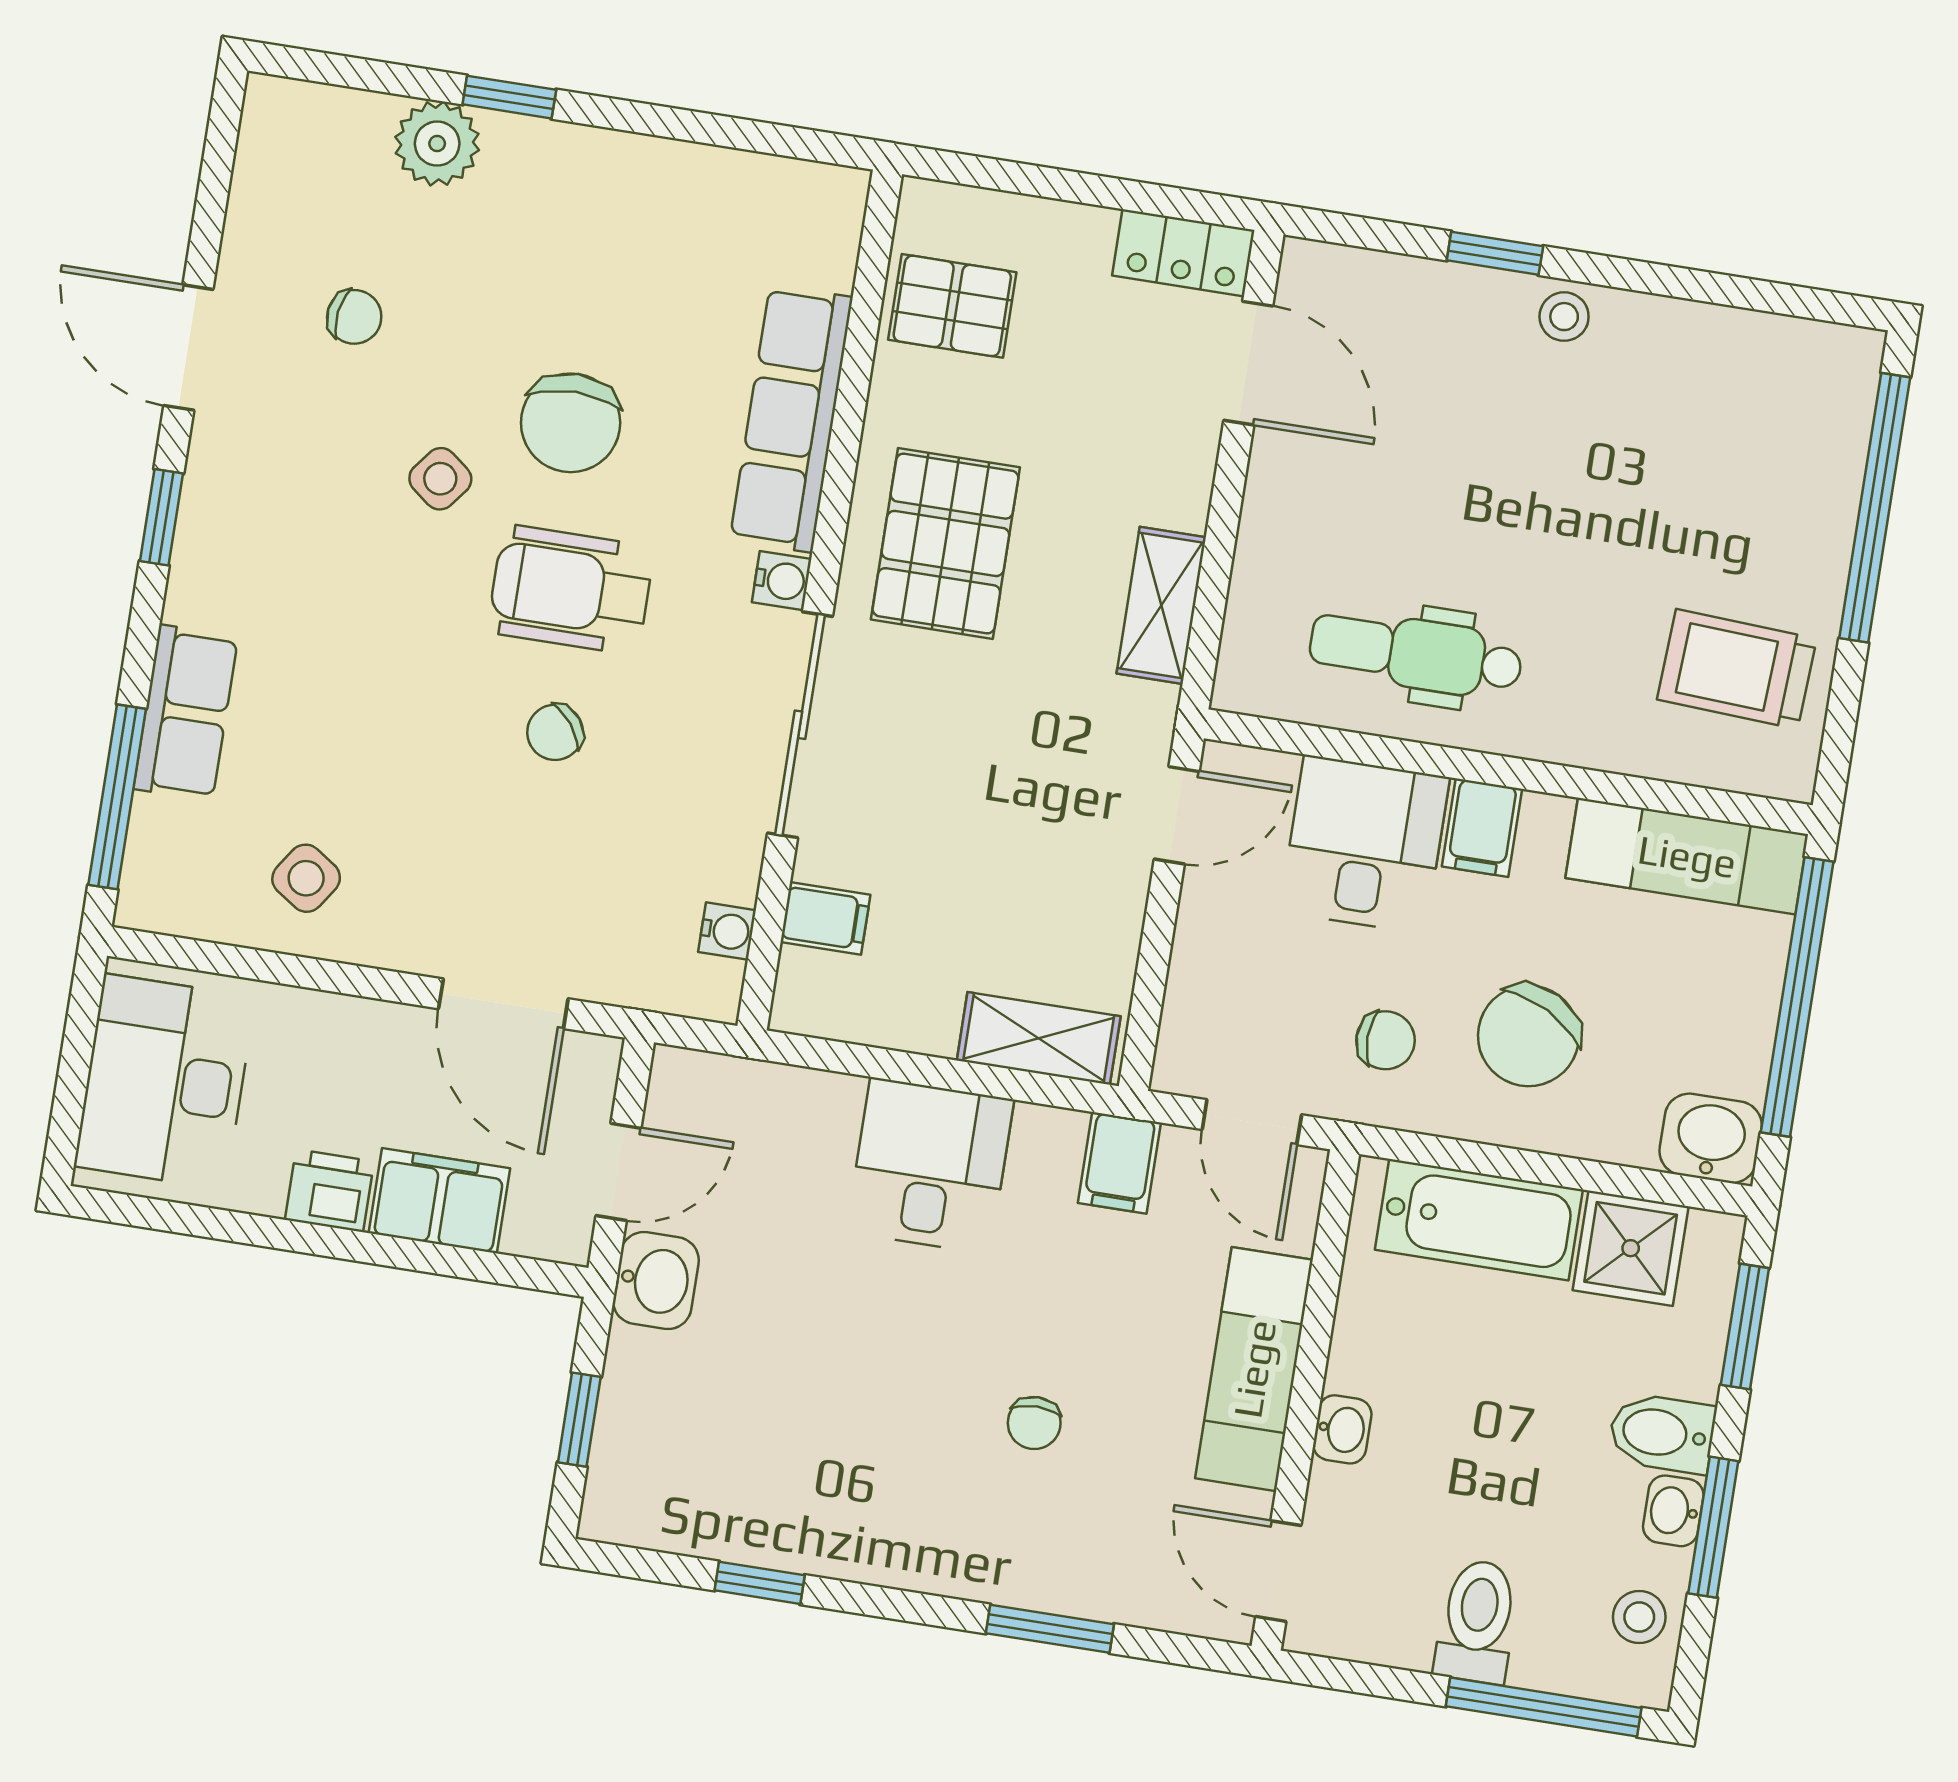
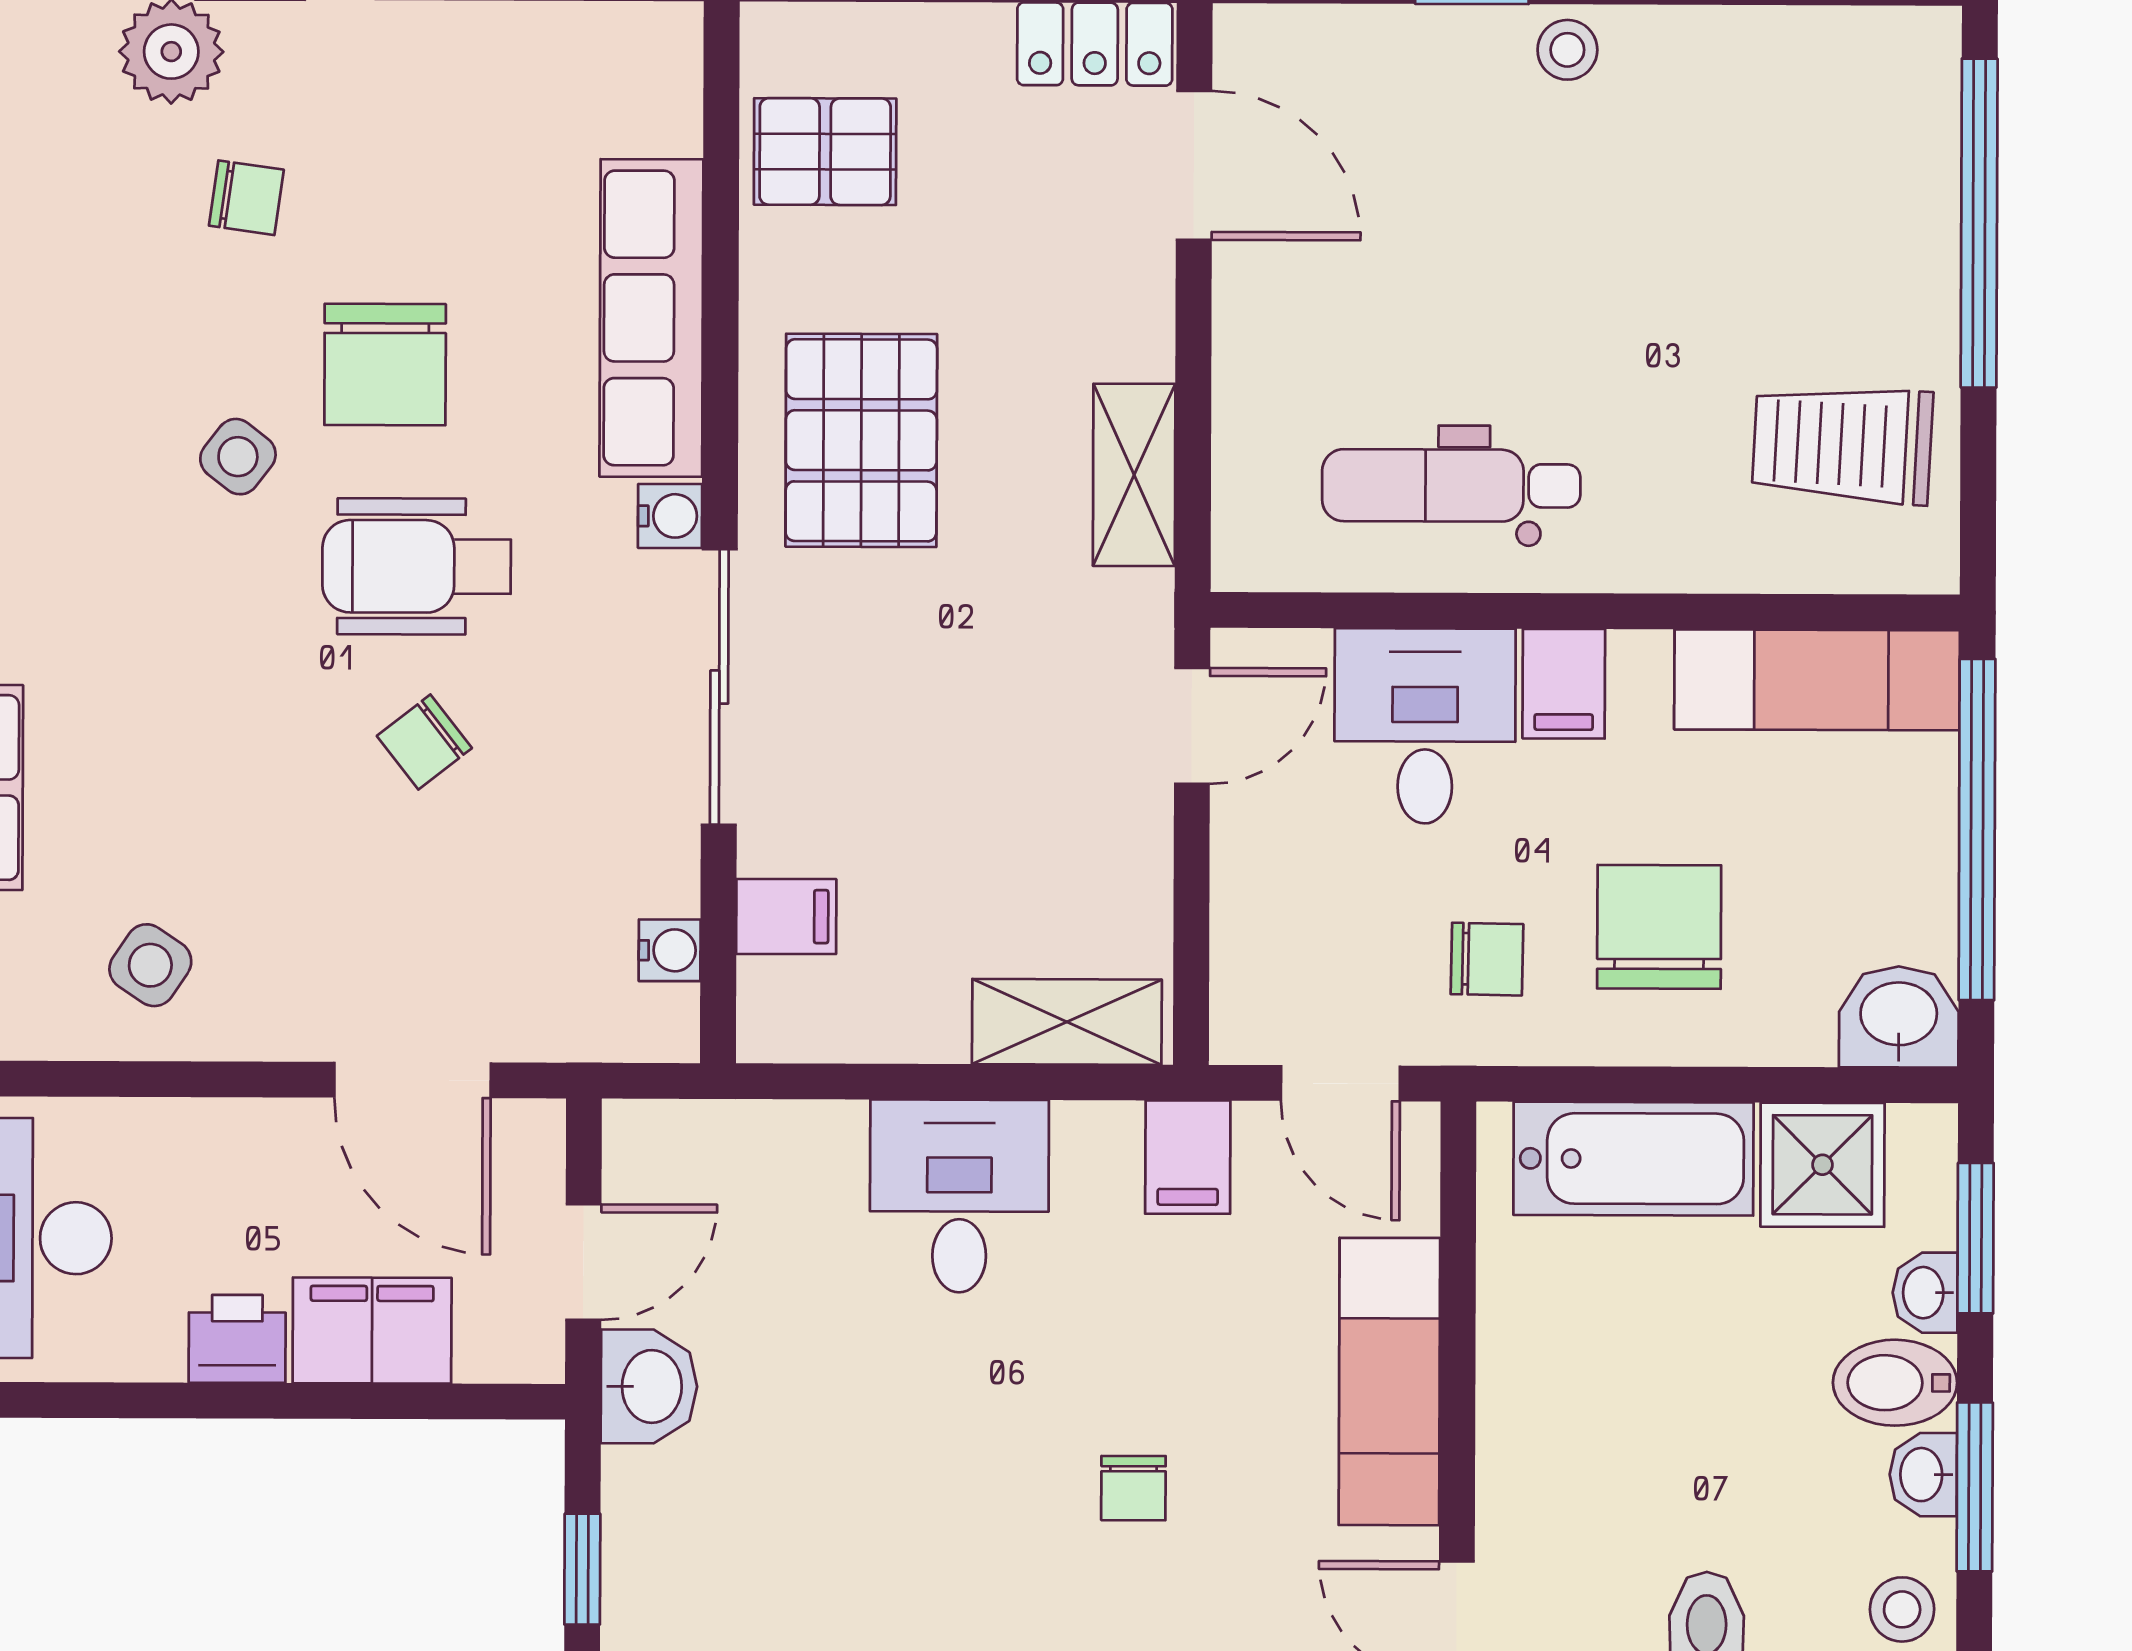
chair: (354, 317) -> (246, 198), moved
chair: (1529, 1036) -> (1659, 927), turned 152
washbasin: (1342, 1429) -> (1925, 1293), moved, turned 180

